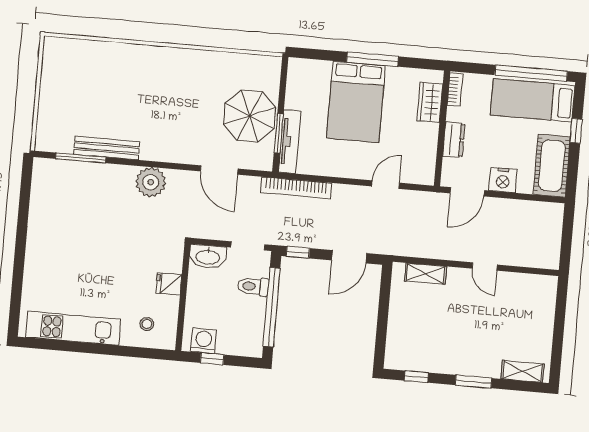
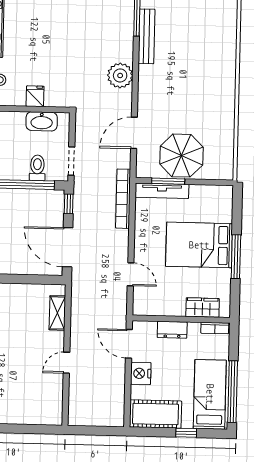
washbasin: (208, 257) -> (42, 121), moved, turned -90
door: (349, 257) -> (68, 247), width x1.36

